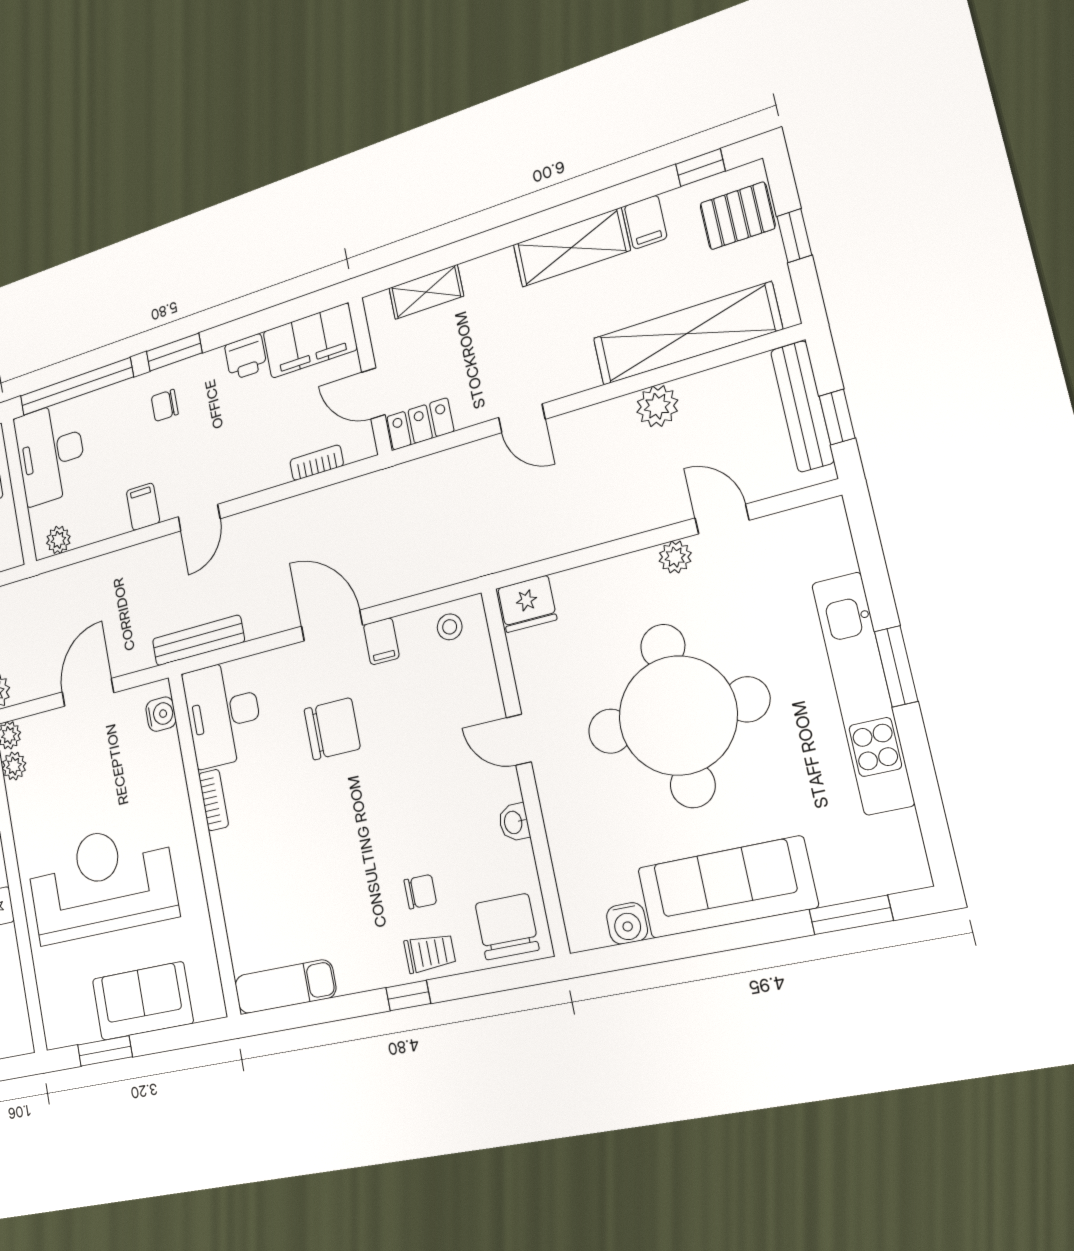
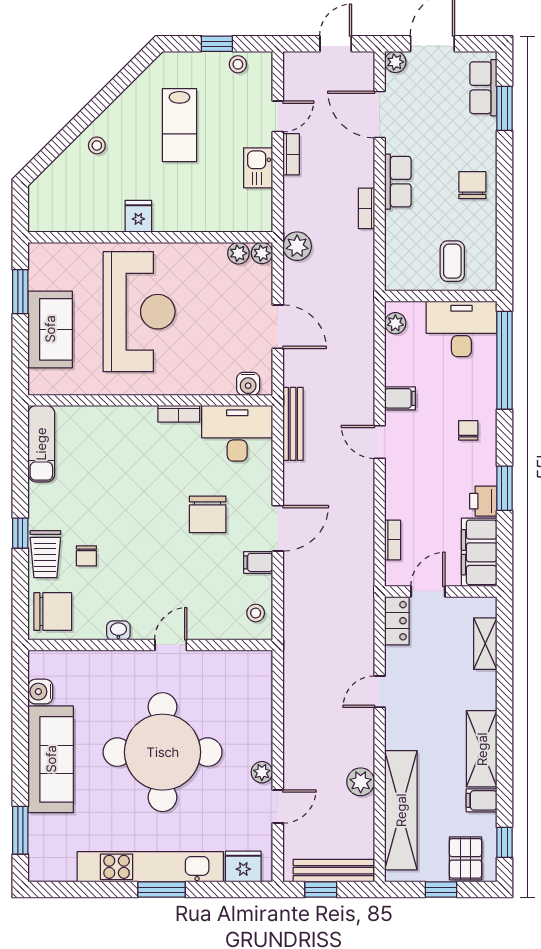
window: (174, 352) -> (504, 488), moved
fridge: (527, 604) -> (243, 867), moved, turned 90
trolley: (430, 953) -> (45, 554), width x1.36, depth x1.39

